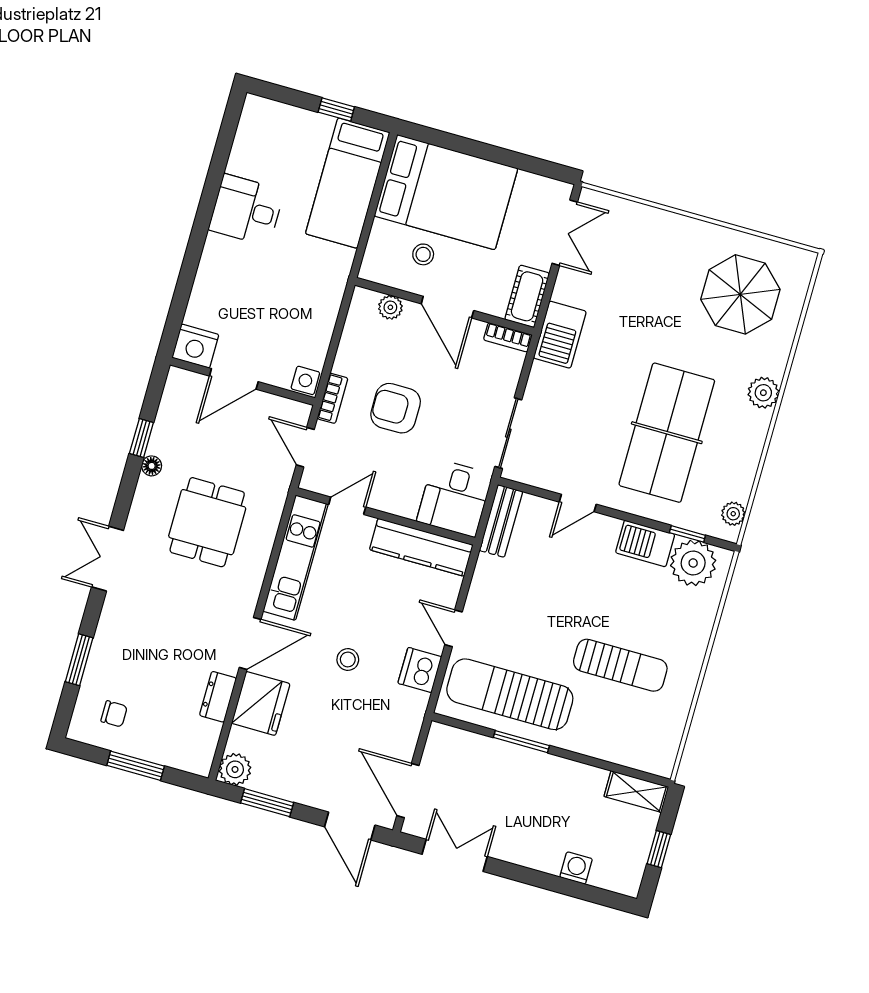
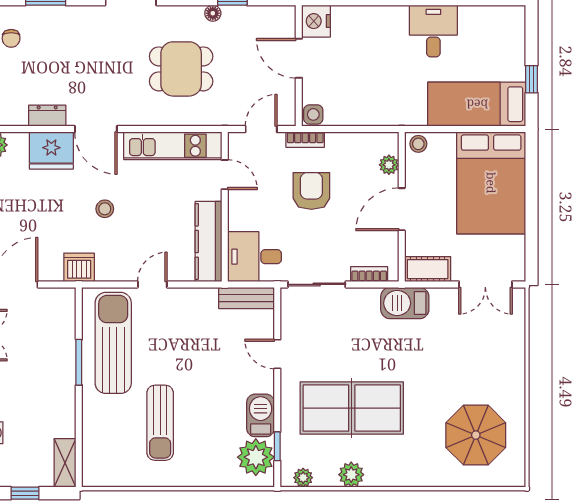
stool: (423, 254) -> (418, 144), moved
bookcase: (508, 337) -> (369, 274), moved, turned 90
plant: (763, 393) -> (351, 475), moved
dishwasher: (420, 670) -> (79, 267), moved

